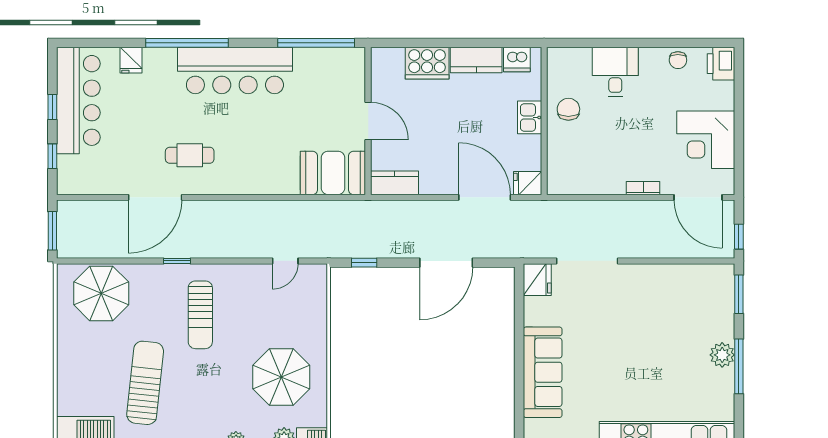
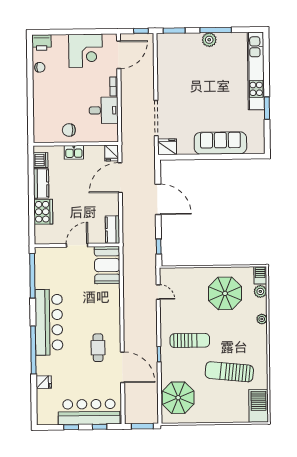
desk: (615, 72) -> (104, 110), moved, turned 180
bar counter: (78, 100) -> (89, 412), moved

